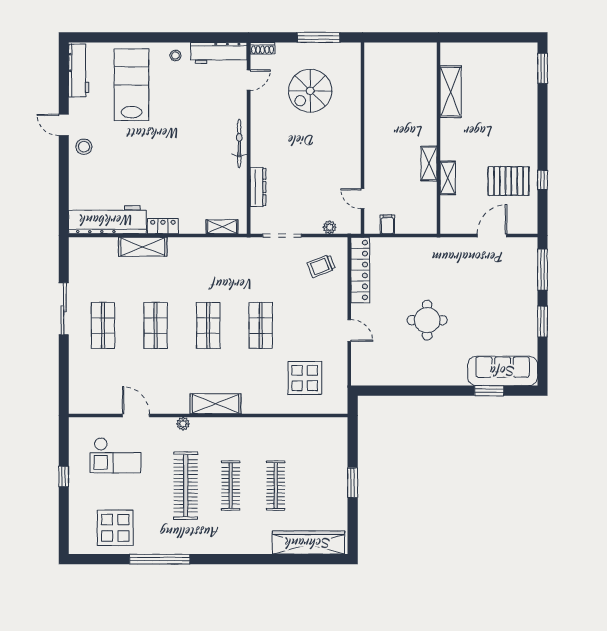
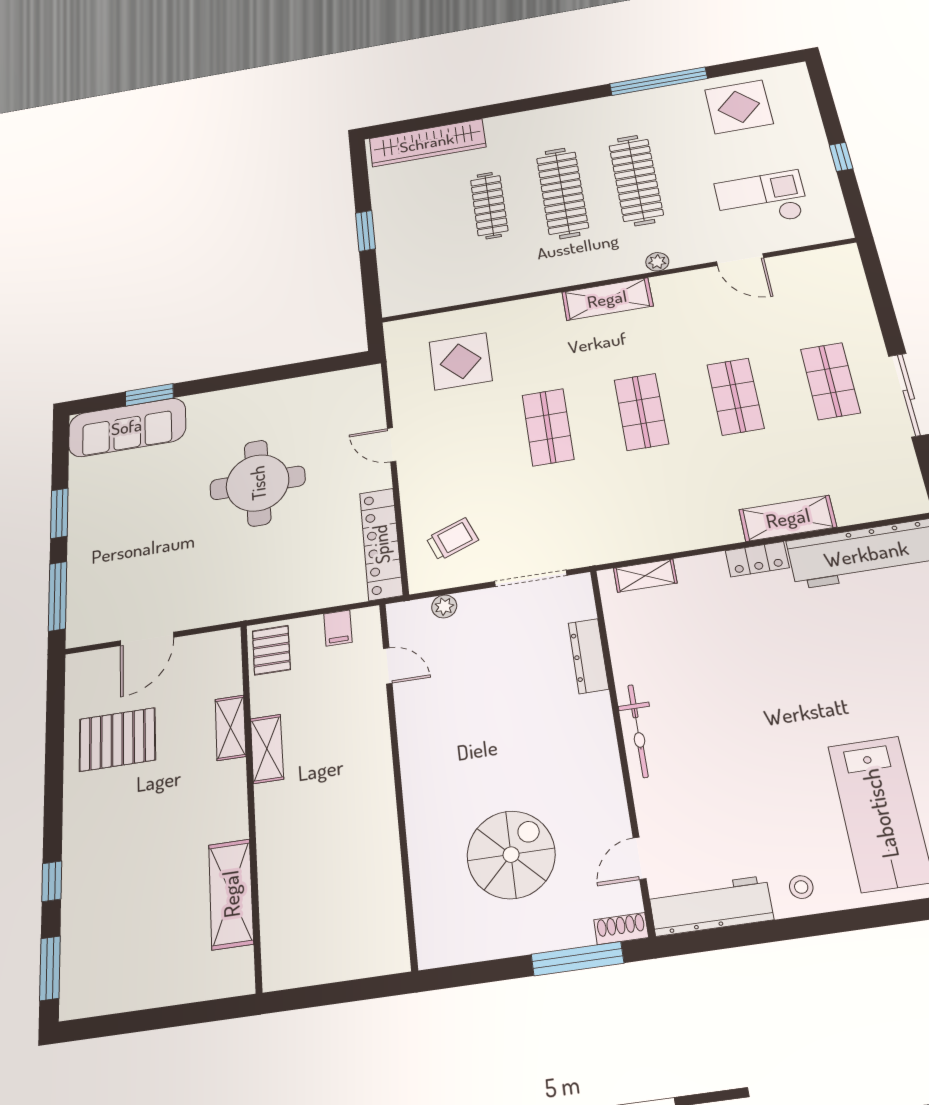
window: (319, 37) -> (577, 959), moved
window: (543, 180) -> (52, 881), moved
pallet: (424, 218) -> (271, 650), added
round table: (427, 320) -> (258, 483), width x1.36, depth x1.36
clothes rail: (231, 486) -> (562, 193), width x1.37, depth x1.31

